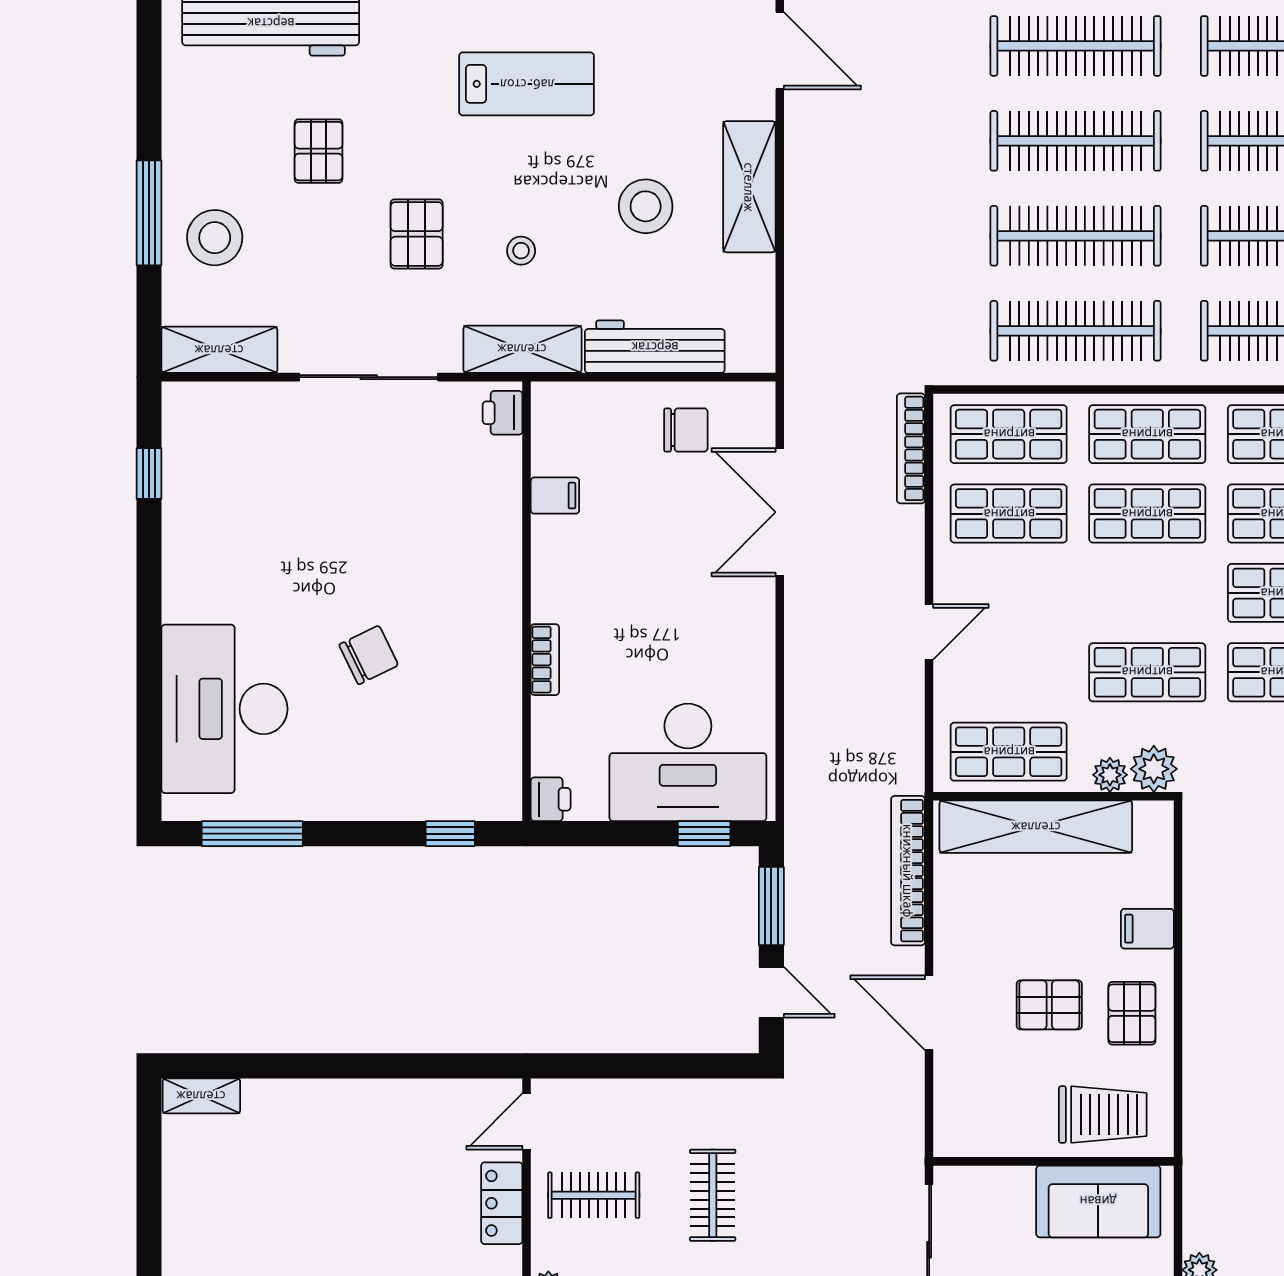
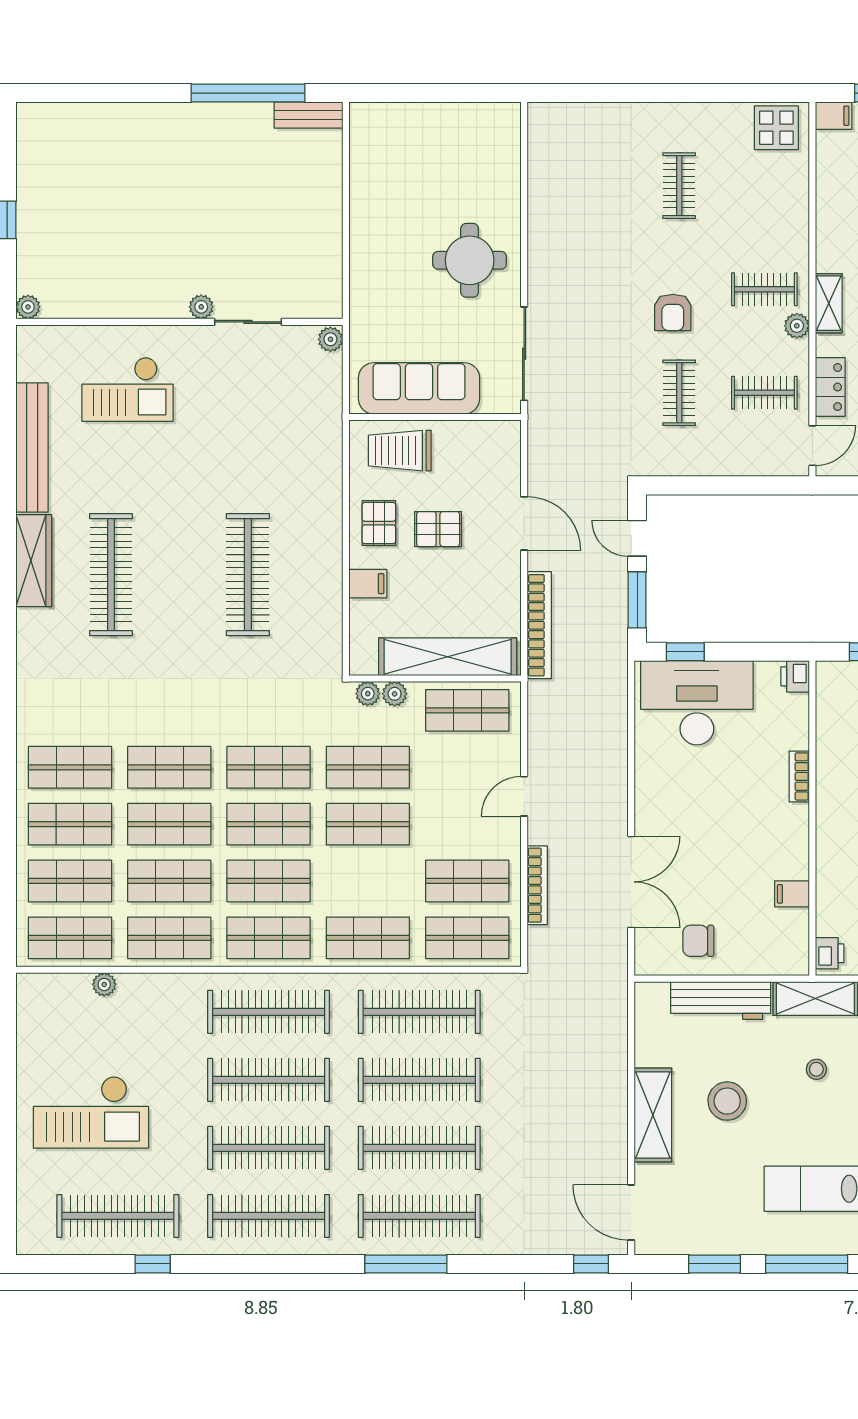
bookcase: (911, 448) -> (537, 885), moved
shop shelf: (1147, 514) -> (368, 824), moved
plant: (1154, 769) -> (368, 694), width x0.73, depth x0.73
sofa: (1098, 1201) -> (419, 388), width x1.36

